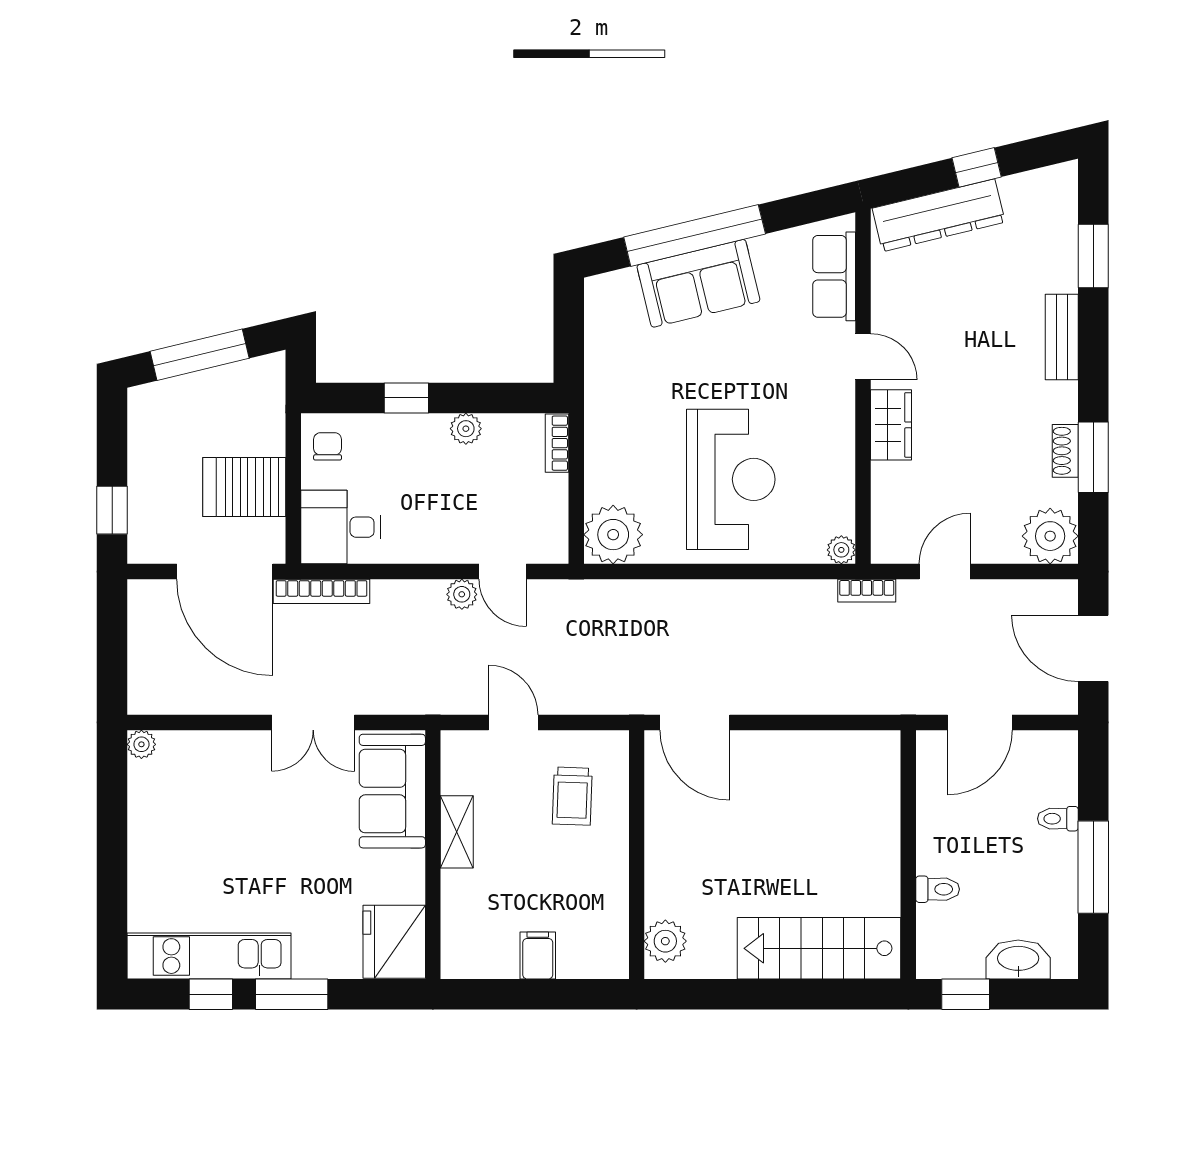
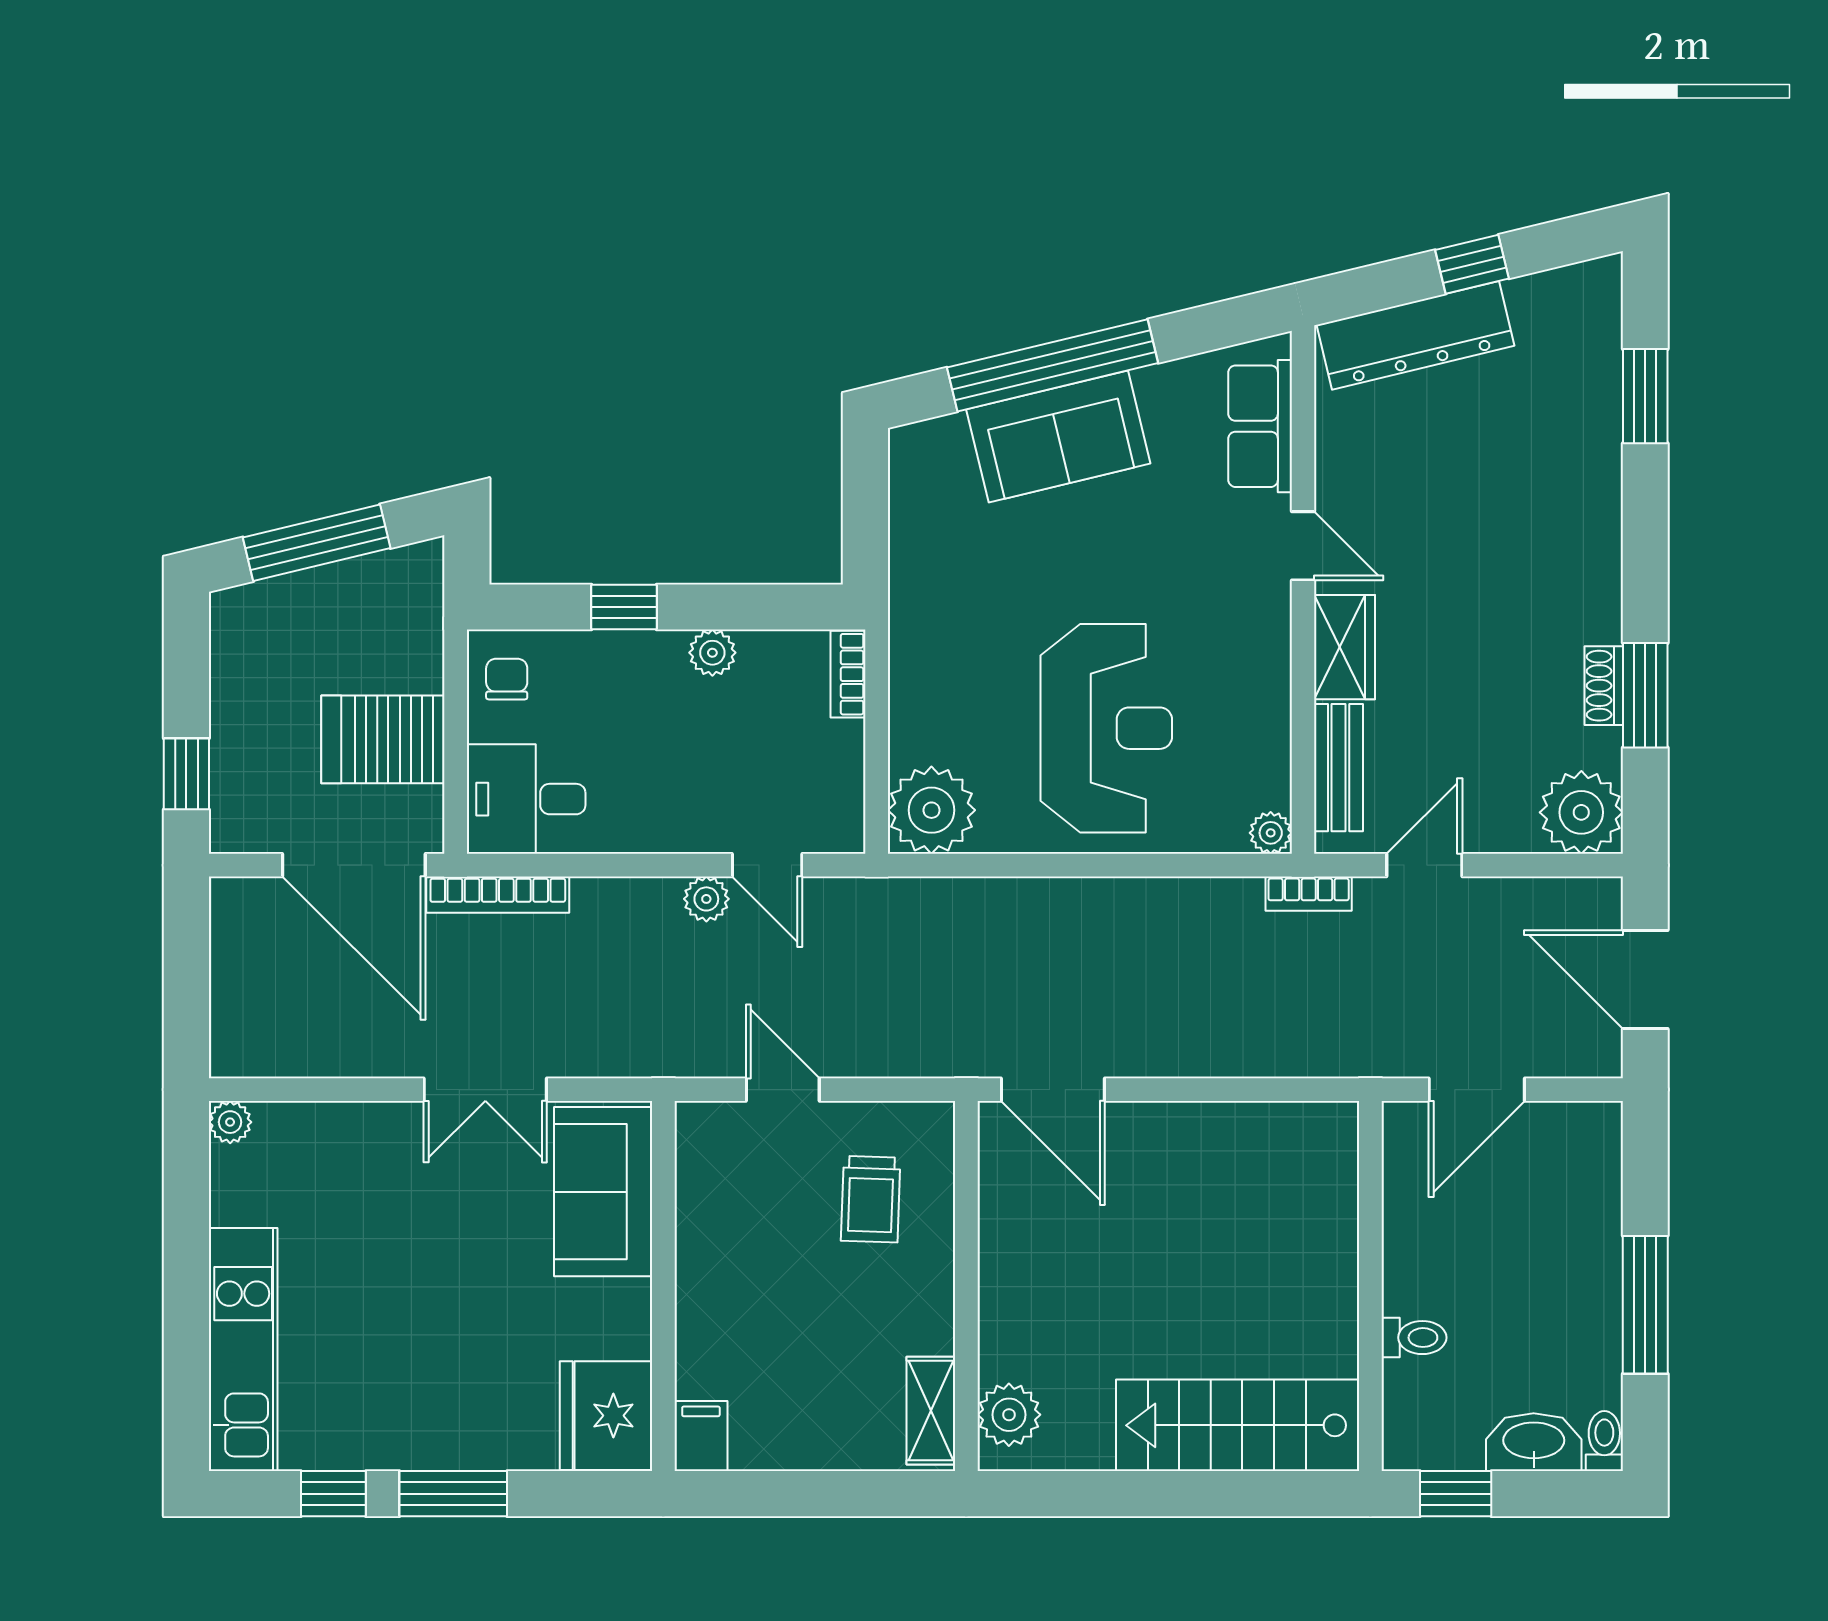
bench: (1062, 337) -> (1339, 768), moved
toilet: (1058, 819) -> (1604, 1441), moved, turned 90
shelving: (457, 832) -> (931, 1411), moved
filing cabinet: (538, 955) -> (701, 1436), moved
kitchen unit: (209, 956) -> (243, 1350), moved, turned 90

